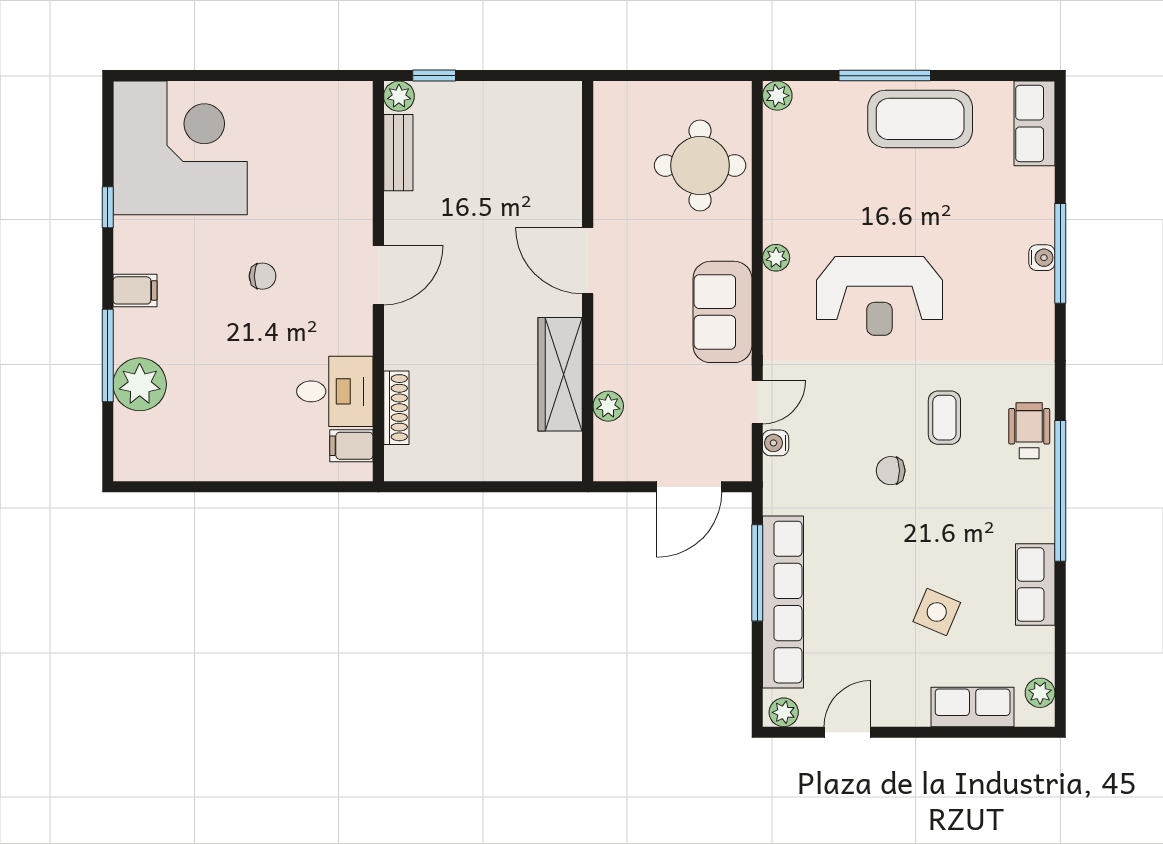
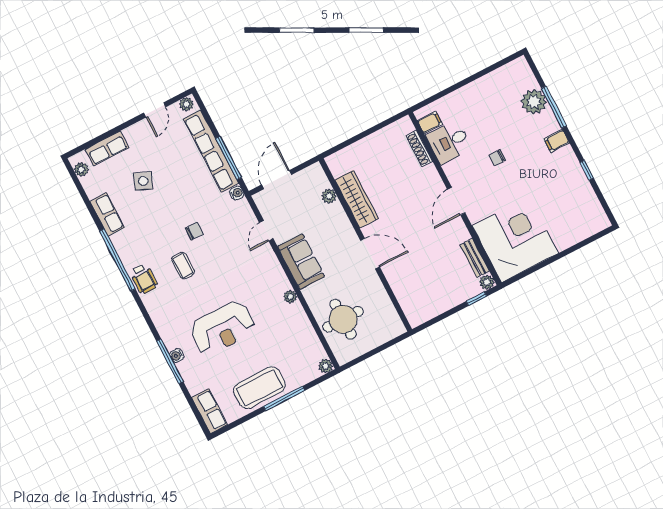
corner desk: (180, 148) -> (515, 239), moved, turned 180
chair: (263, 276) -> (497, 158), moved
reception desk: (879, 296) -> (223, 328), moved, turned 180
water cooler: (776, 443) -> (237, 193), moved

